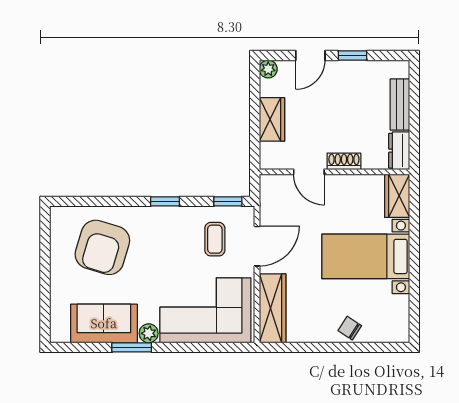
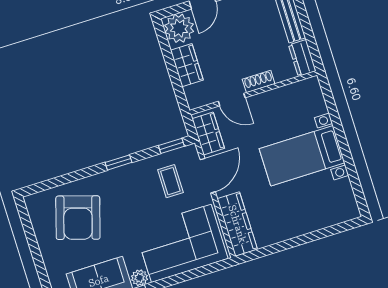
plant: (268, 69) -> (179, 28), width x1.87, depth x1.87
wardrobe: (397, 196) -> (208, 133), moved, turned 180
chair: (350, 328) -> (307, 220), removed

